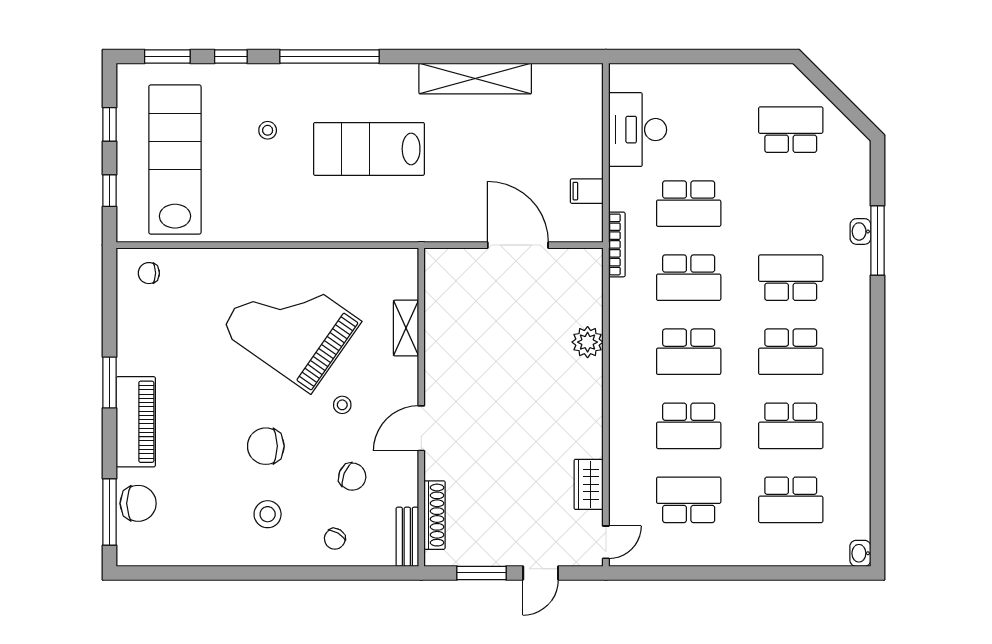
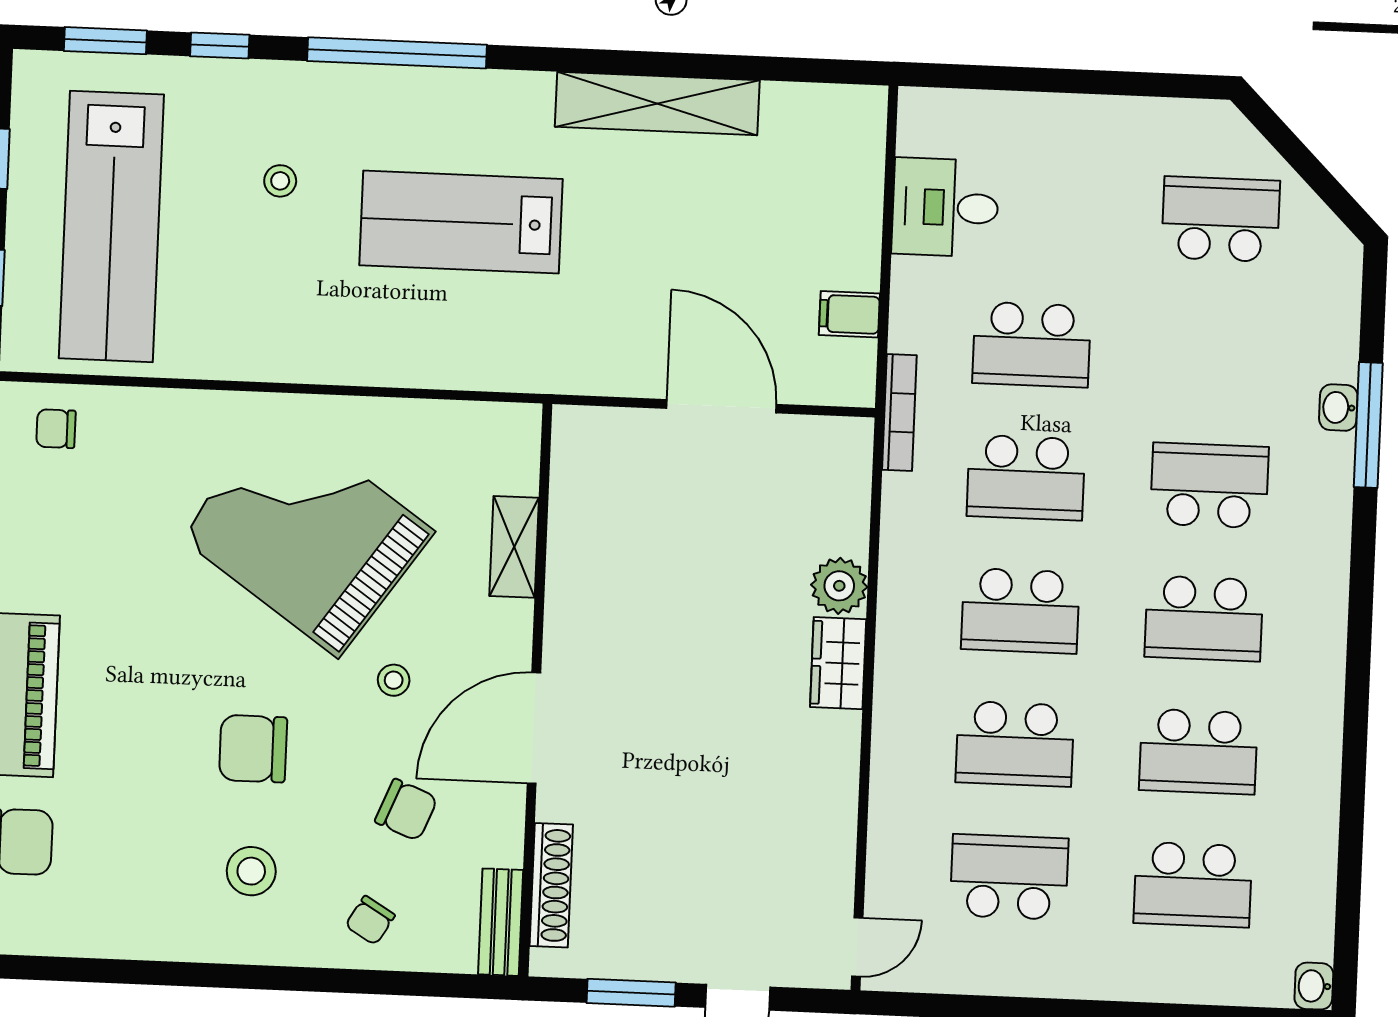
desk: (638, 130) -> (945, 207), width x0.73
lab bench: (175, 159) -> (111, 226), turned 180
door: (421, 428) -> (534, 728), width x1.36
wardrobe: (589, 484) -> (838, 663), moved

